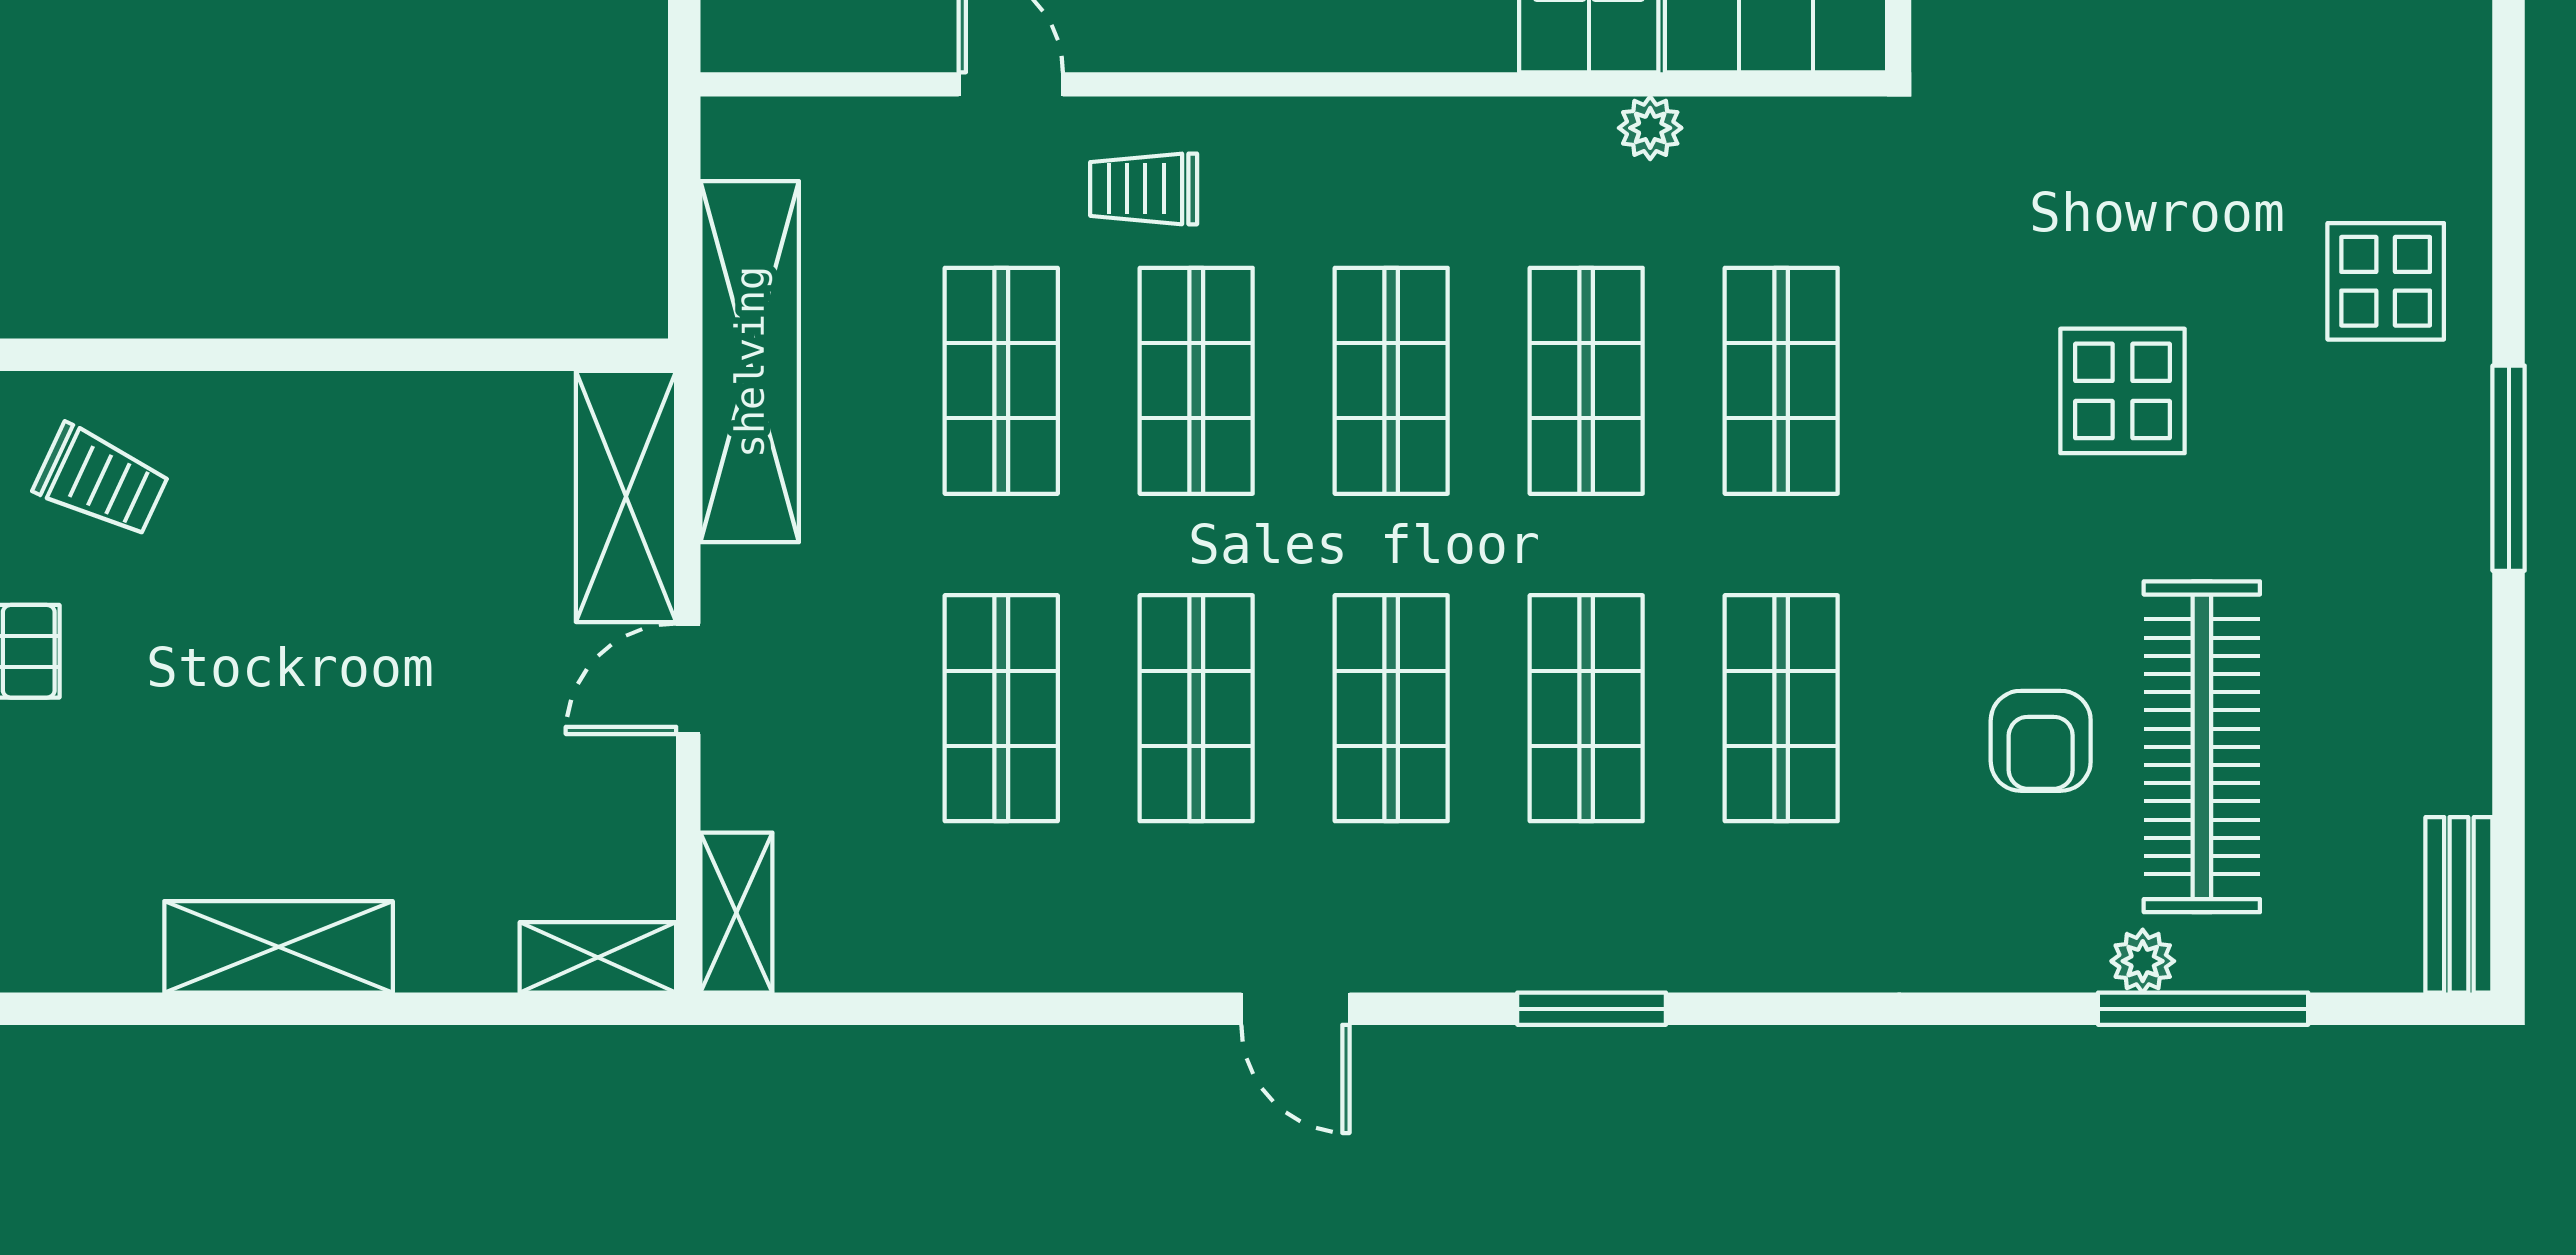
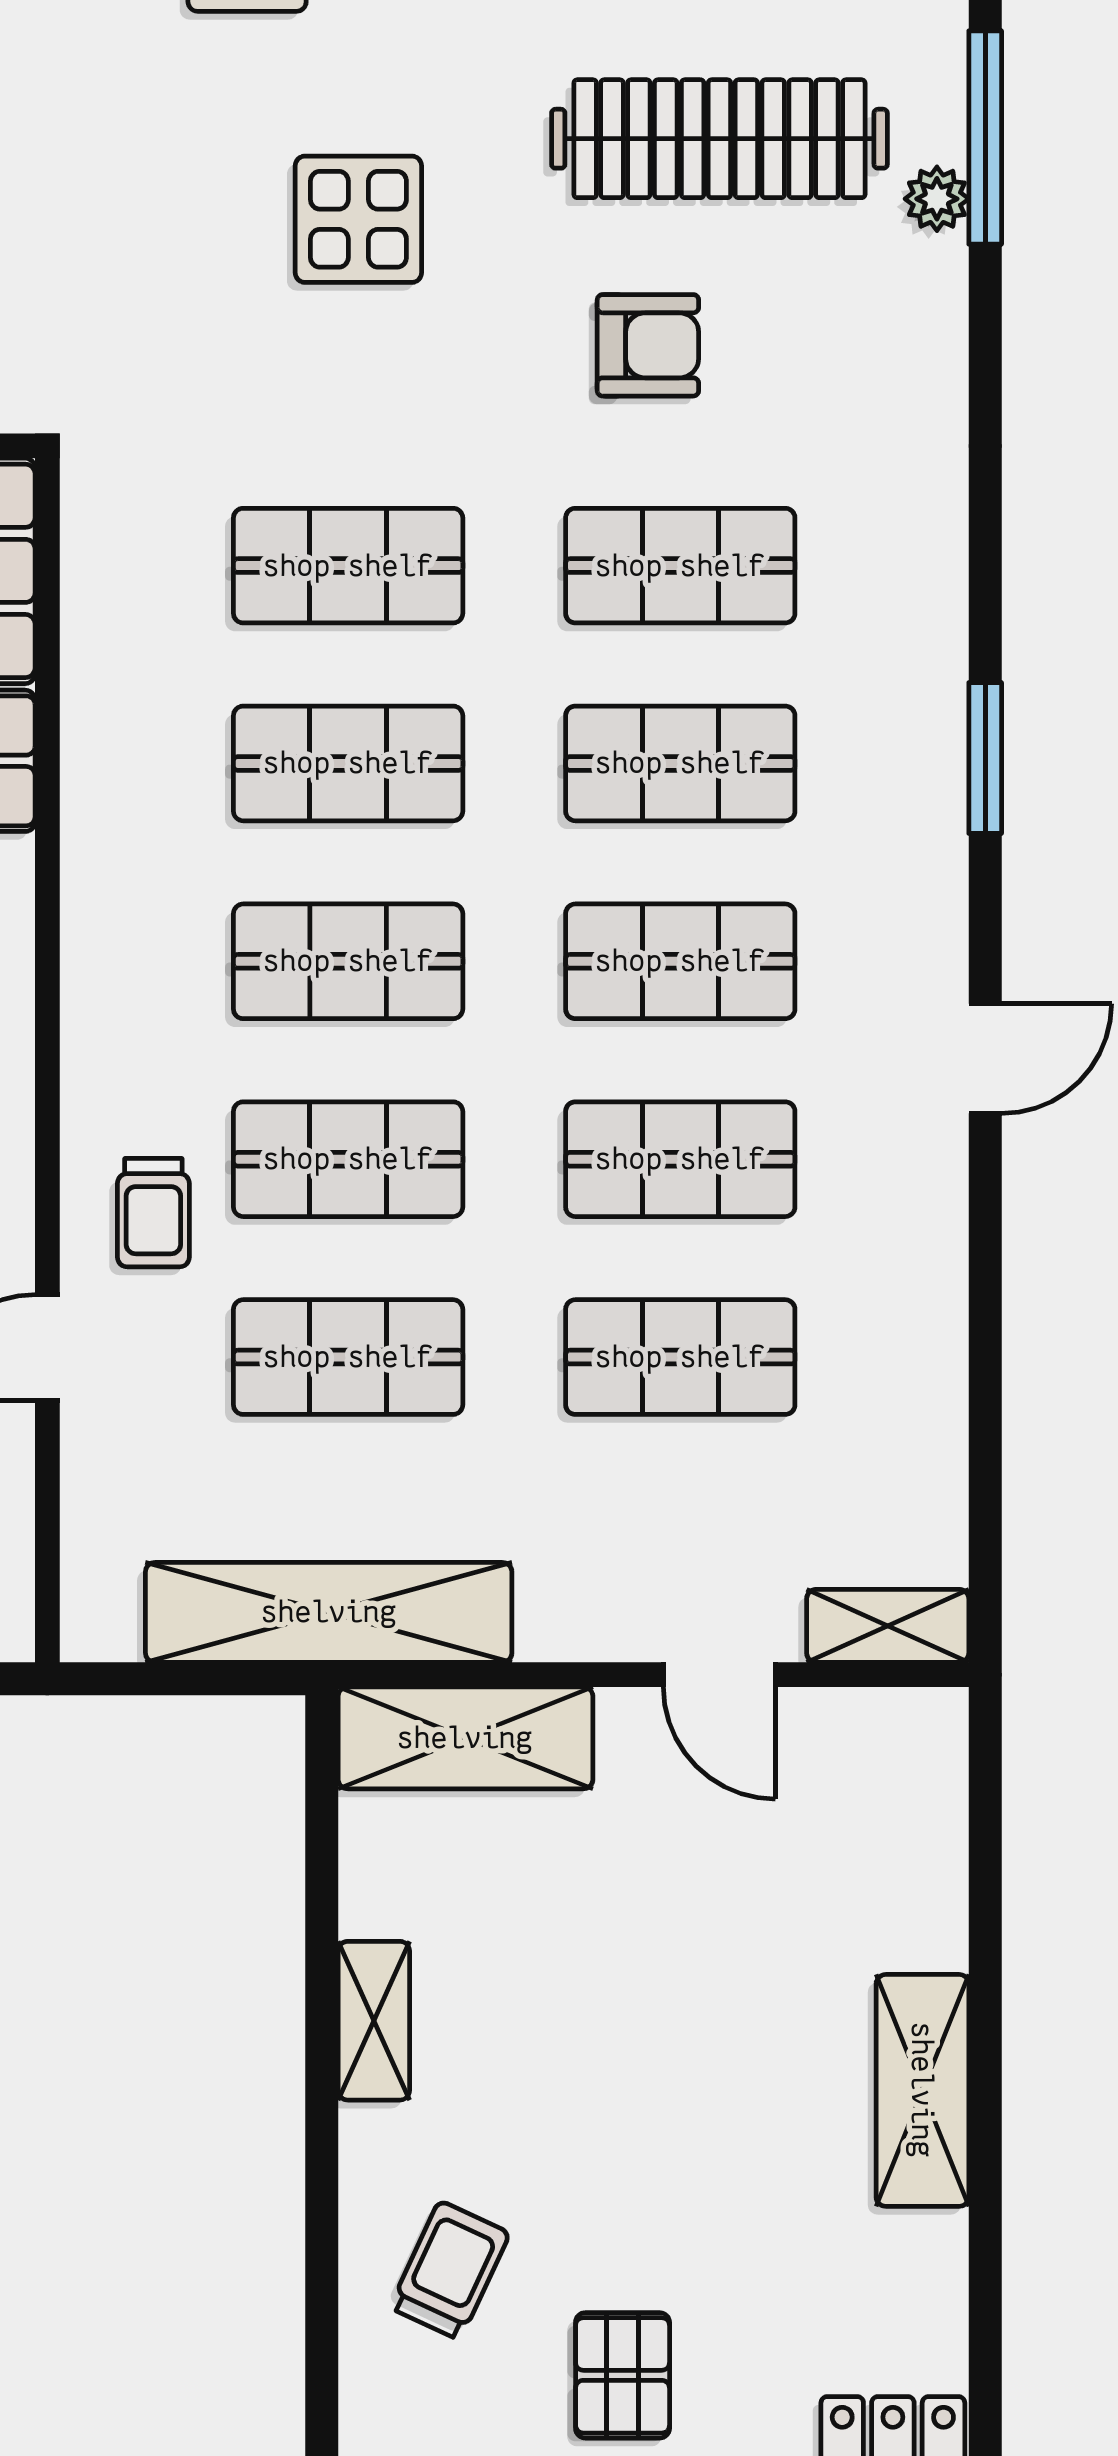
plant: (1650, 128) -> (91, 699), removed
door: (688, 679) -> (719, 1675), moved
armchair: (2041, 741) -> (648, 345), moved
shelving: (598, 957) -> (374, 2021), moved

